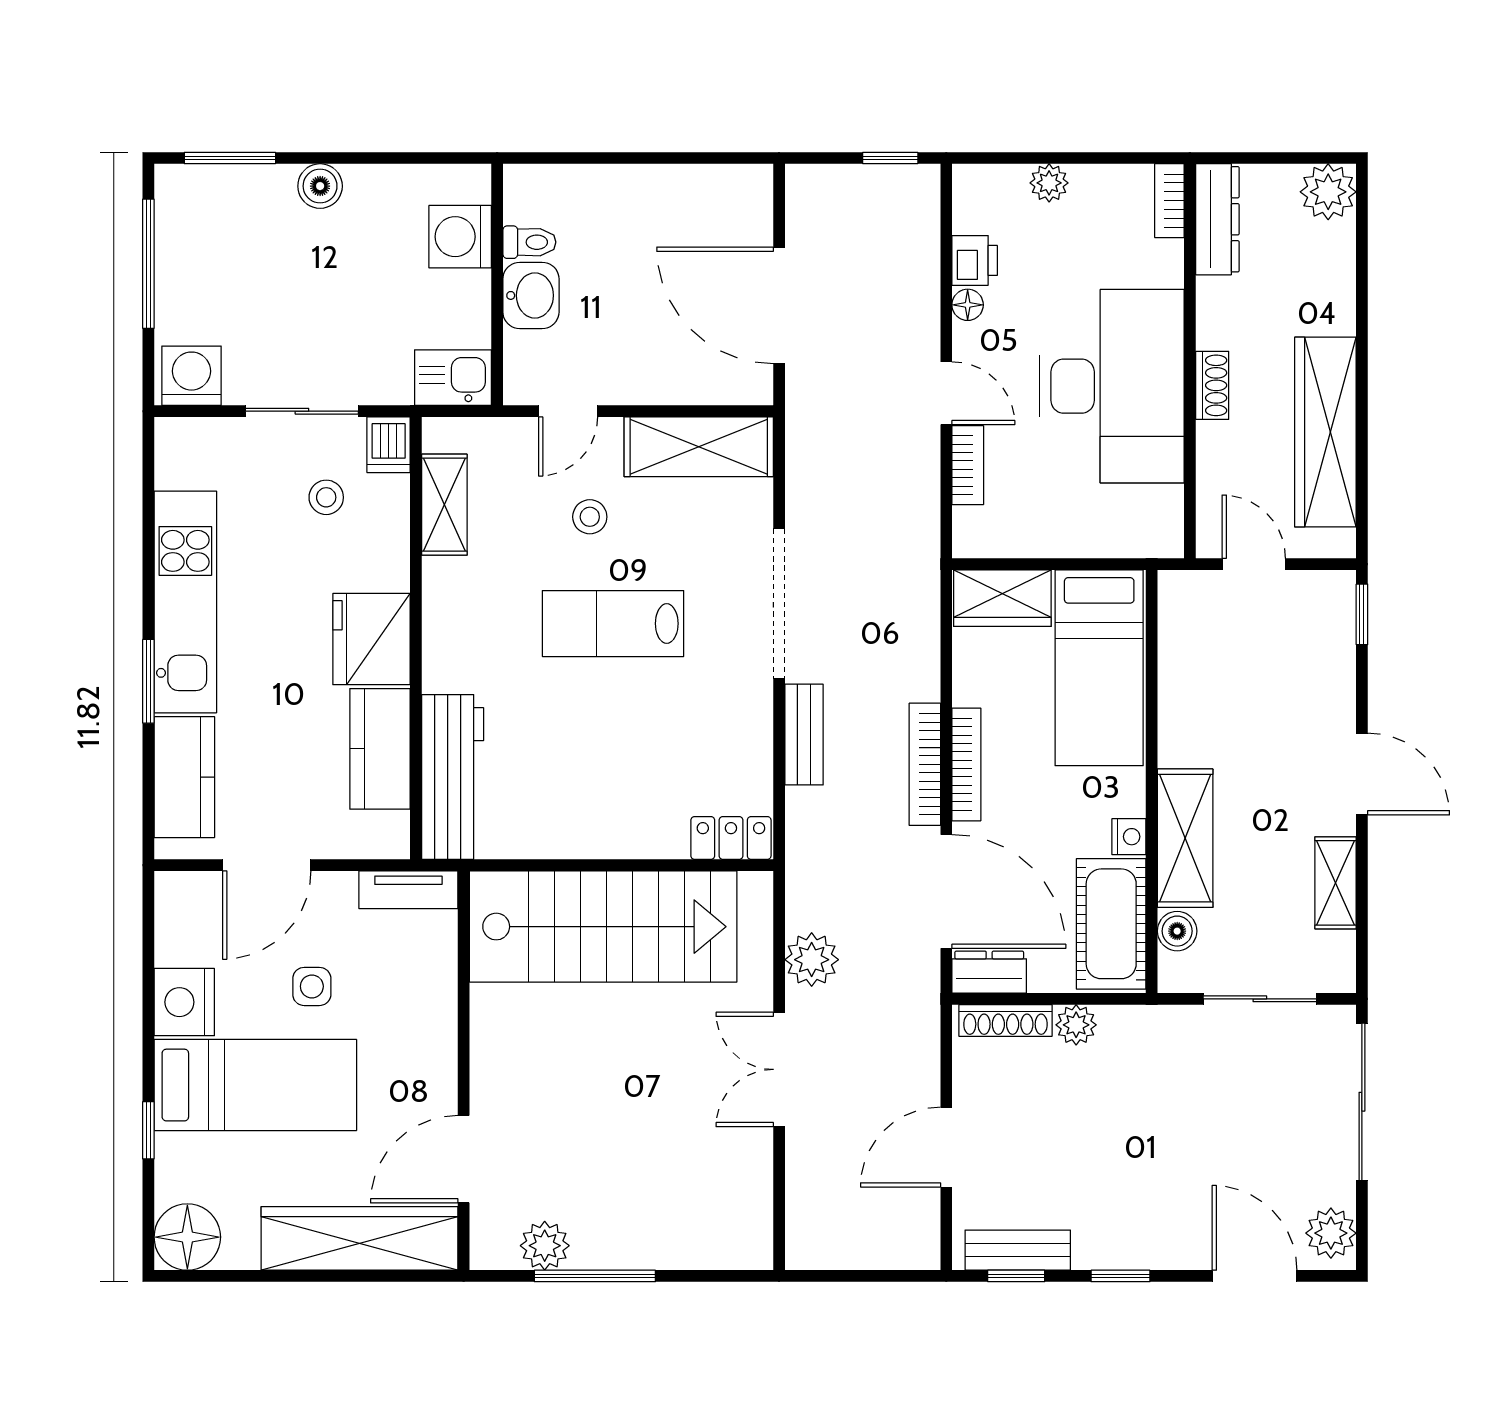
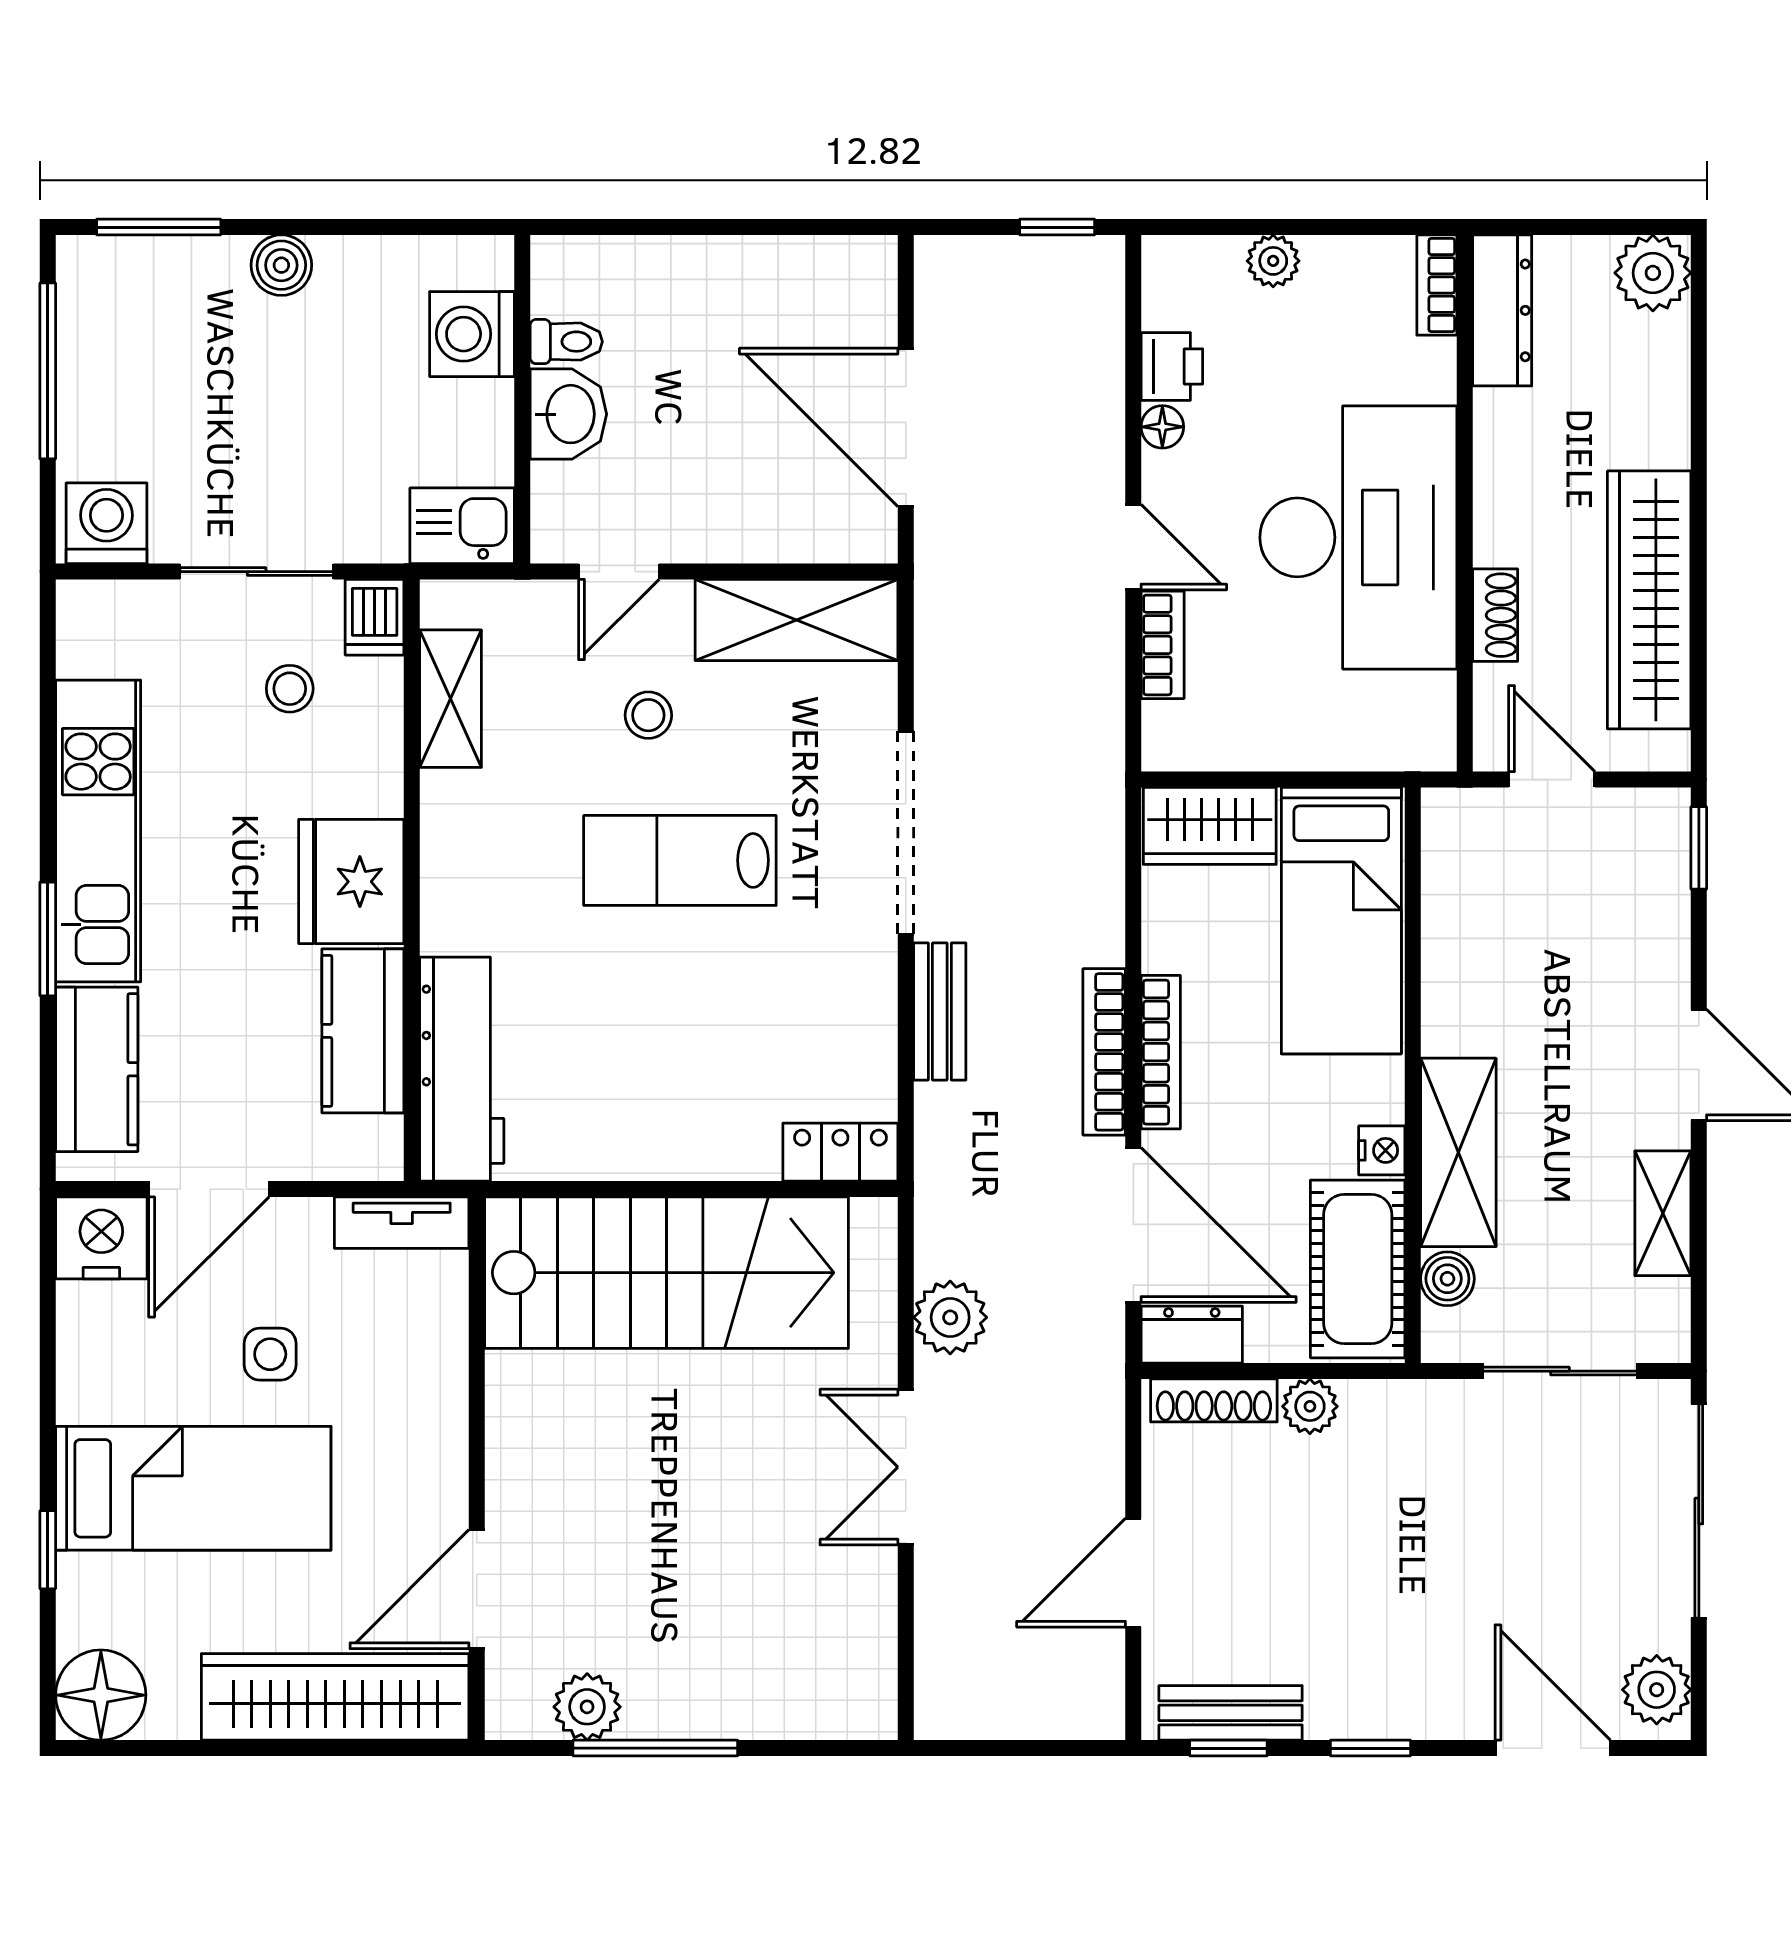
shoe rack: (1212, 385) -> (1495, 615), moved
nightstand: (184, 1002) -> (101, 1238), moved, turned 90

